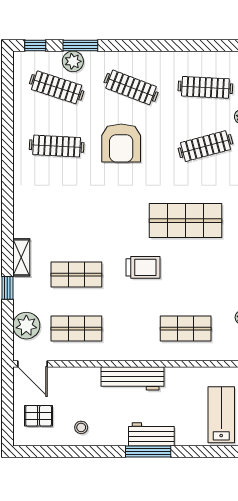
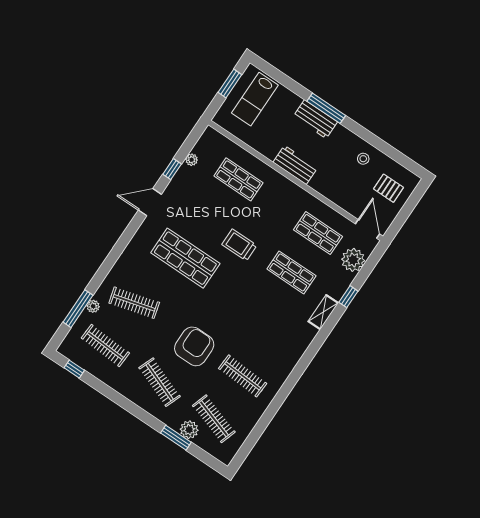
window: (35, 45) -> (74, 369), moved
workbench: (133, 378) -> (295, 165), width x0.73

